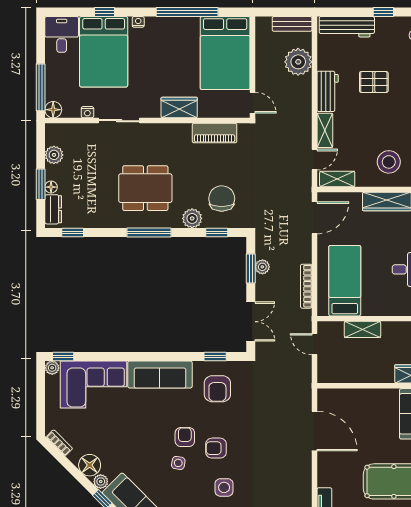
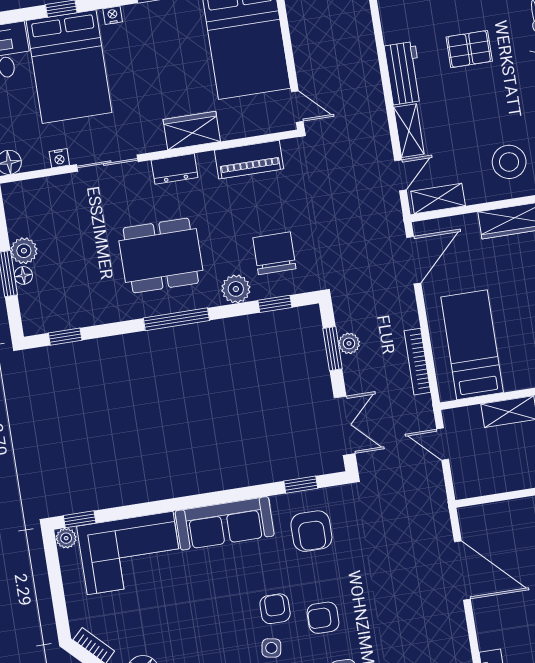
plant: (298, 62) -> (355, 37), removed
plant: (54, 155) -> (24, 251), moved
dresser: (53, 209) -> (175, 169), moved, turned 90

